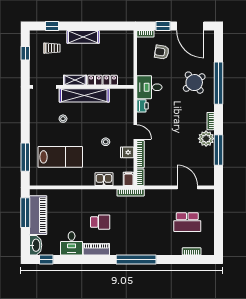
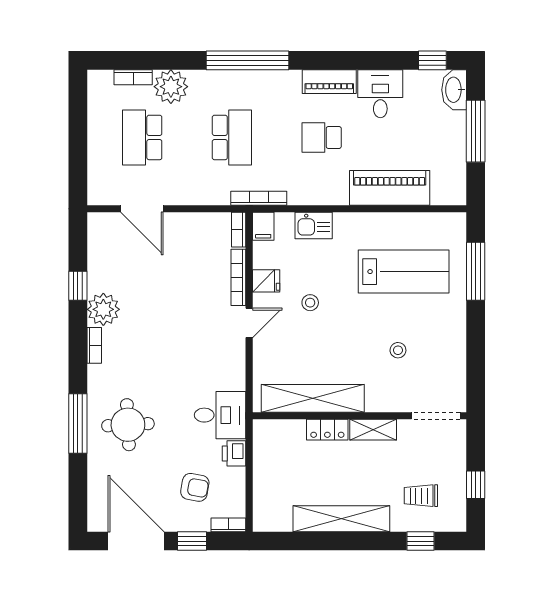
shelving: (83, 37) -> (341, 519), width x1.47
locker: (103, 80) -> (327, 430), width x0.66
round table: (194, 83) -> (128, 425), turned 34
window: (219, 83) -> (78, 424), width x0.68
shelving: (84, 95) -> (313, 398), moved
printer: (143, 106) -> (234, 453), moved
door: (135, 132) -> (249, 323), swing flipped
window: (219, 150) -> (78, 286), width x0.46
lab bench: (60, 157) -> (404, 272), turned 180
window: (25, 213) -> (476, 131), moved
piano: (38, 215) -> (390, 188), moved, turned 90
school desk: (144, 222) -> (232, 137), added
school desk: (187, 222) -> (142, 137), turned -90
plant: (173, 247) -> (171, 87), added

